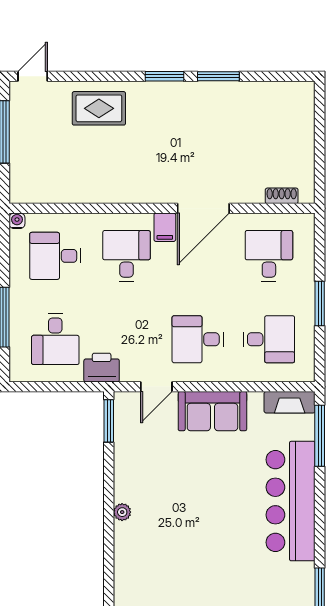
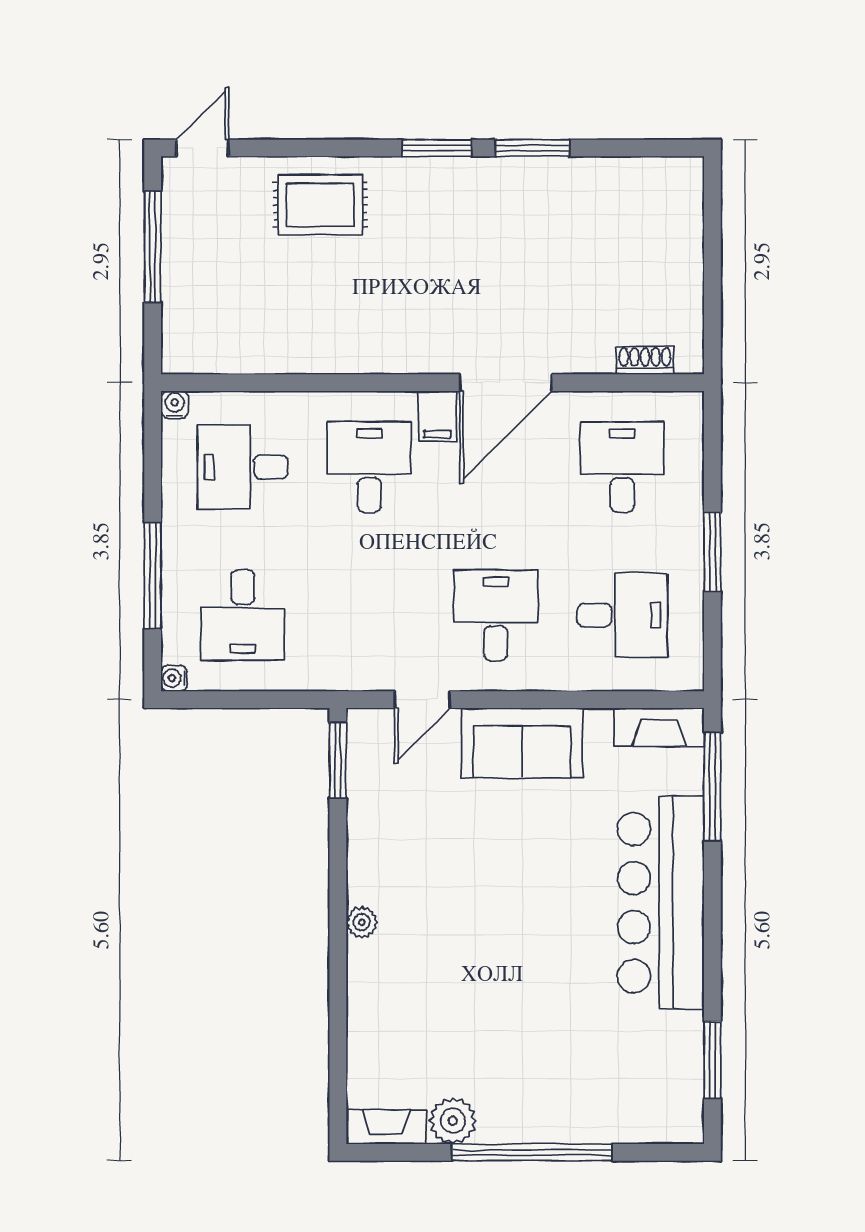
desk: (198, 339) -> (496, 615), turned 90
printer: (102, 368) -> (325, 665), removed
water cooler: (17, 375) -> (174, 678), added

